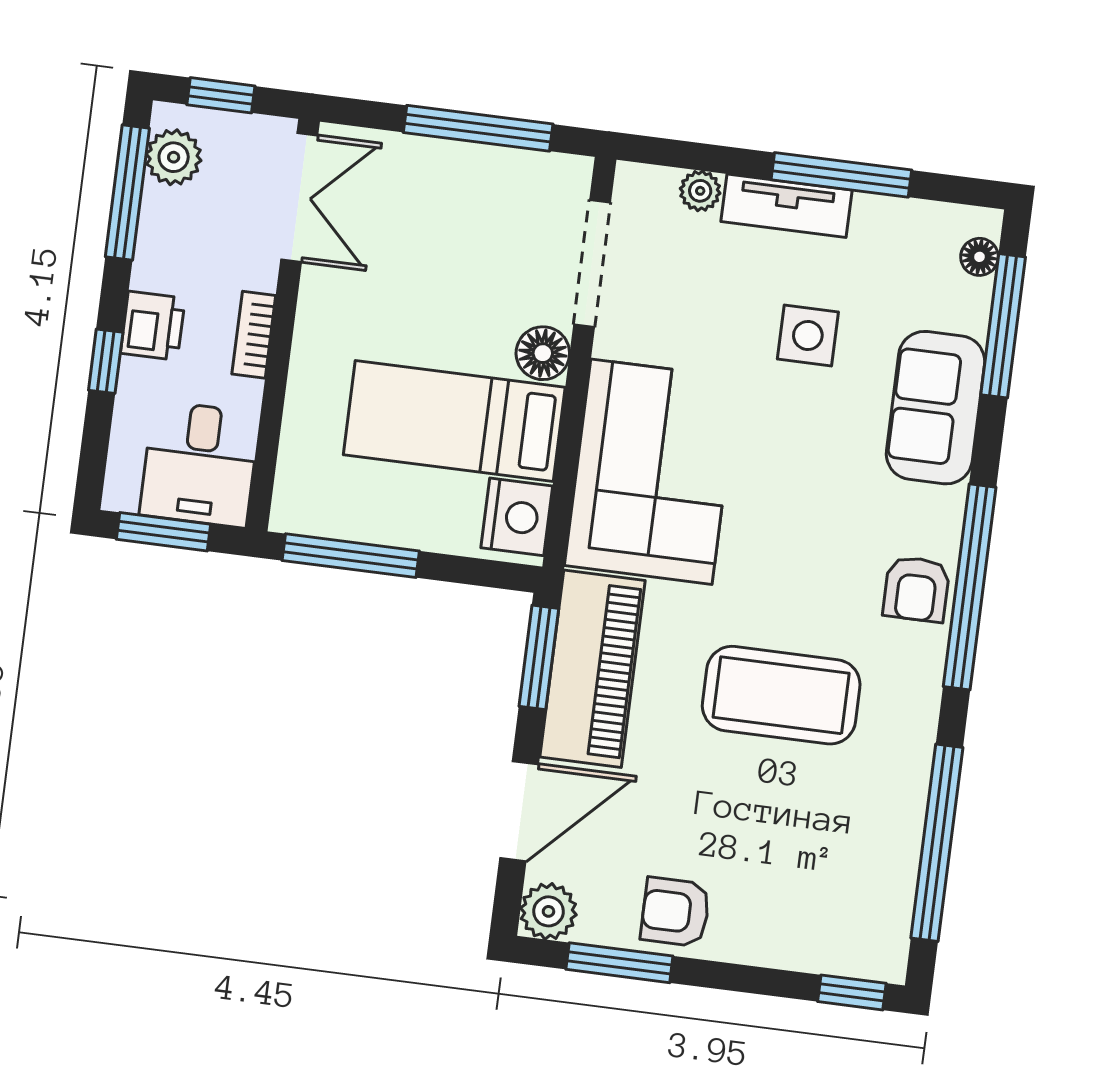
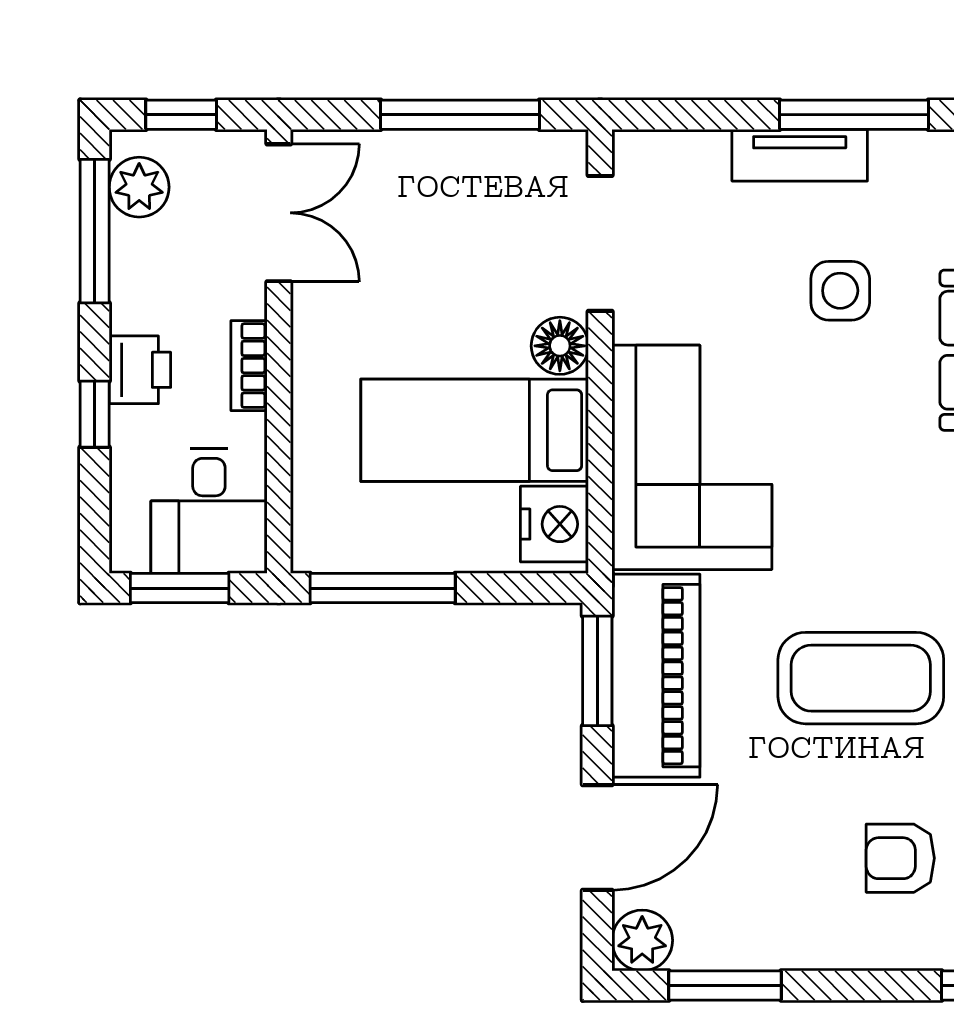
plant: (700, 191) -> (706, 151), removed
armchair: (675, 912) -> (900, 858), moved

